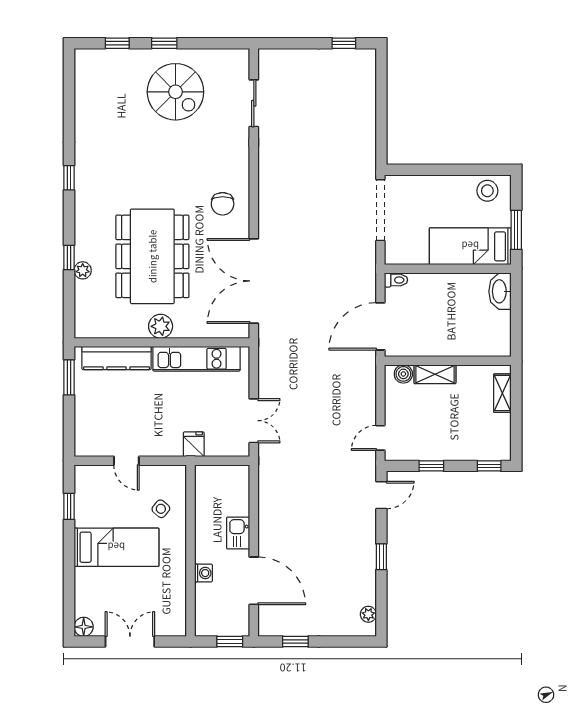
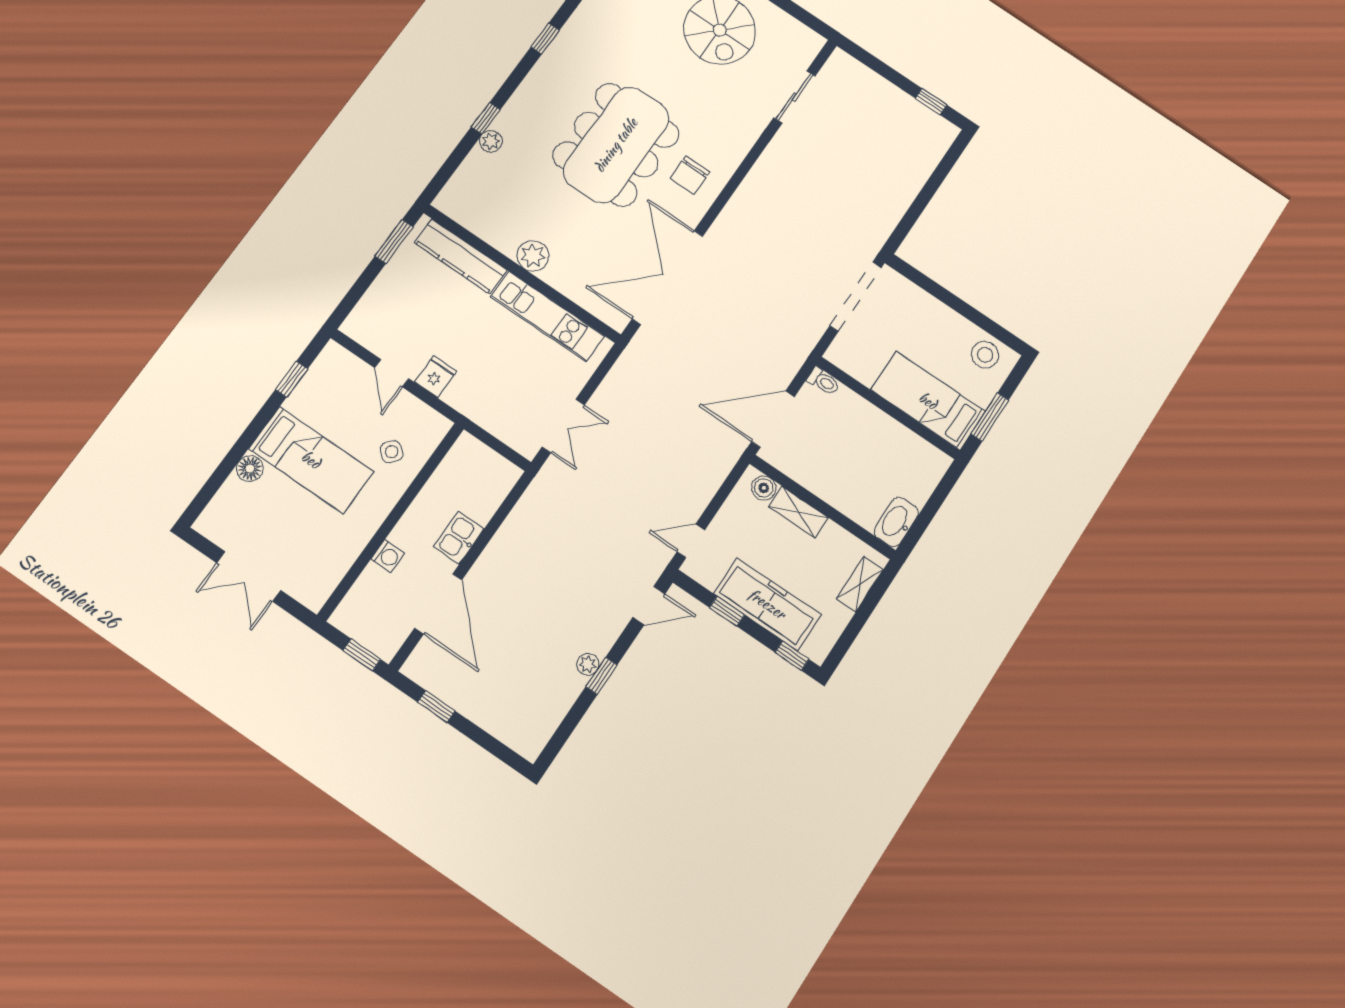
dining table: (152, 256) -> (616, 145), moved
washbasin: (500, 291) -> (896, 522), moved
fridge: (194, 444) -> (435, 377), moved
freezer: (453, 445) -> (767, 604), added
plant: (368, 614) -> (588, 664), moved
floor lamp: (84, 627) -> (250, 468), moved
double door: (130, 641) -> (249, 577), swing flipped

